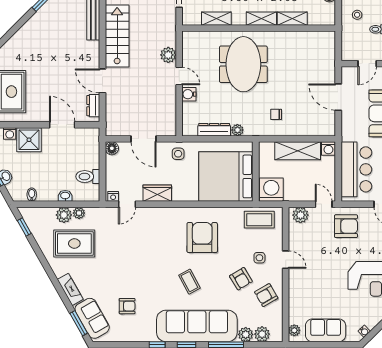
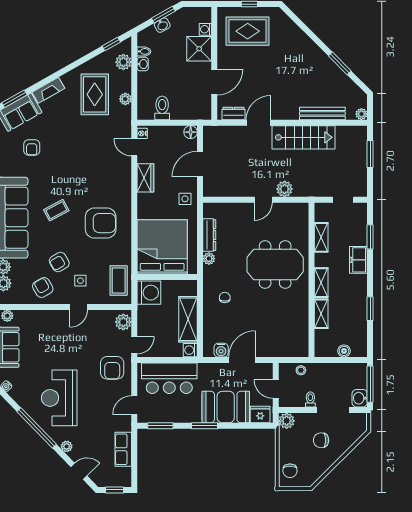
stool: (357, 15) -> (301, 370), moved
water cooler: (189, 94) -> (221, 350), moved, turned 180
washbasin: (65, 196) -> (143, 64), moved
plant: (64, 215) -> (123, 62), moved

